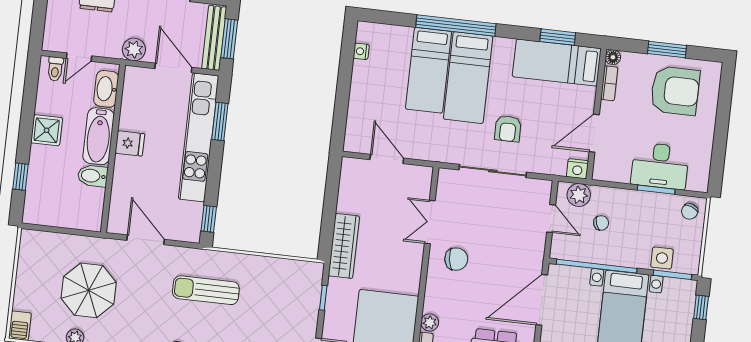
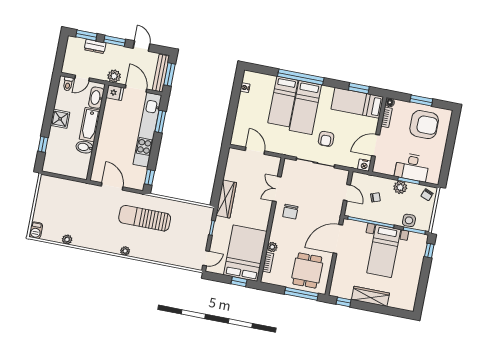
fridge: (130, 143) -> (115, 93), moved
plant: (579, 195) -> (400, 187), moved
chair: (456, 259) -> (290, 212), turned 99
parasol: (89, 290) -> (77, 213), removed
sun lounger: (206, 290) -> (145, 218), width x1.36, depth x1.34

